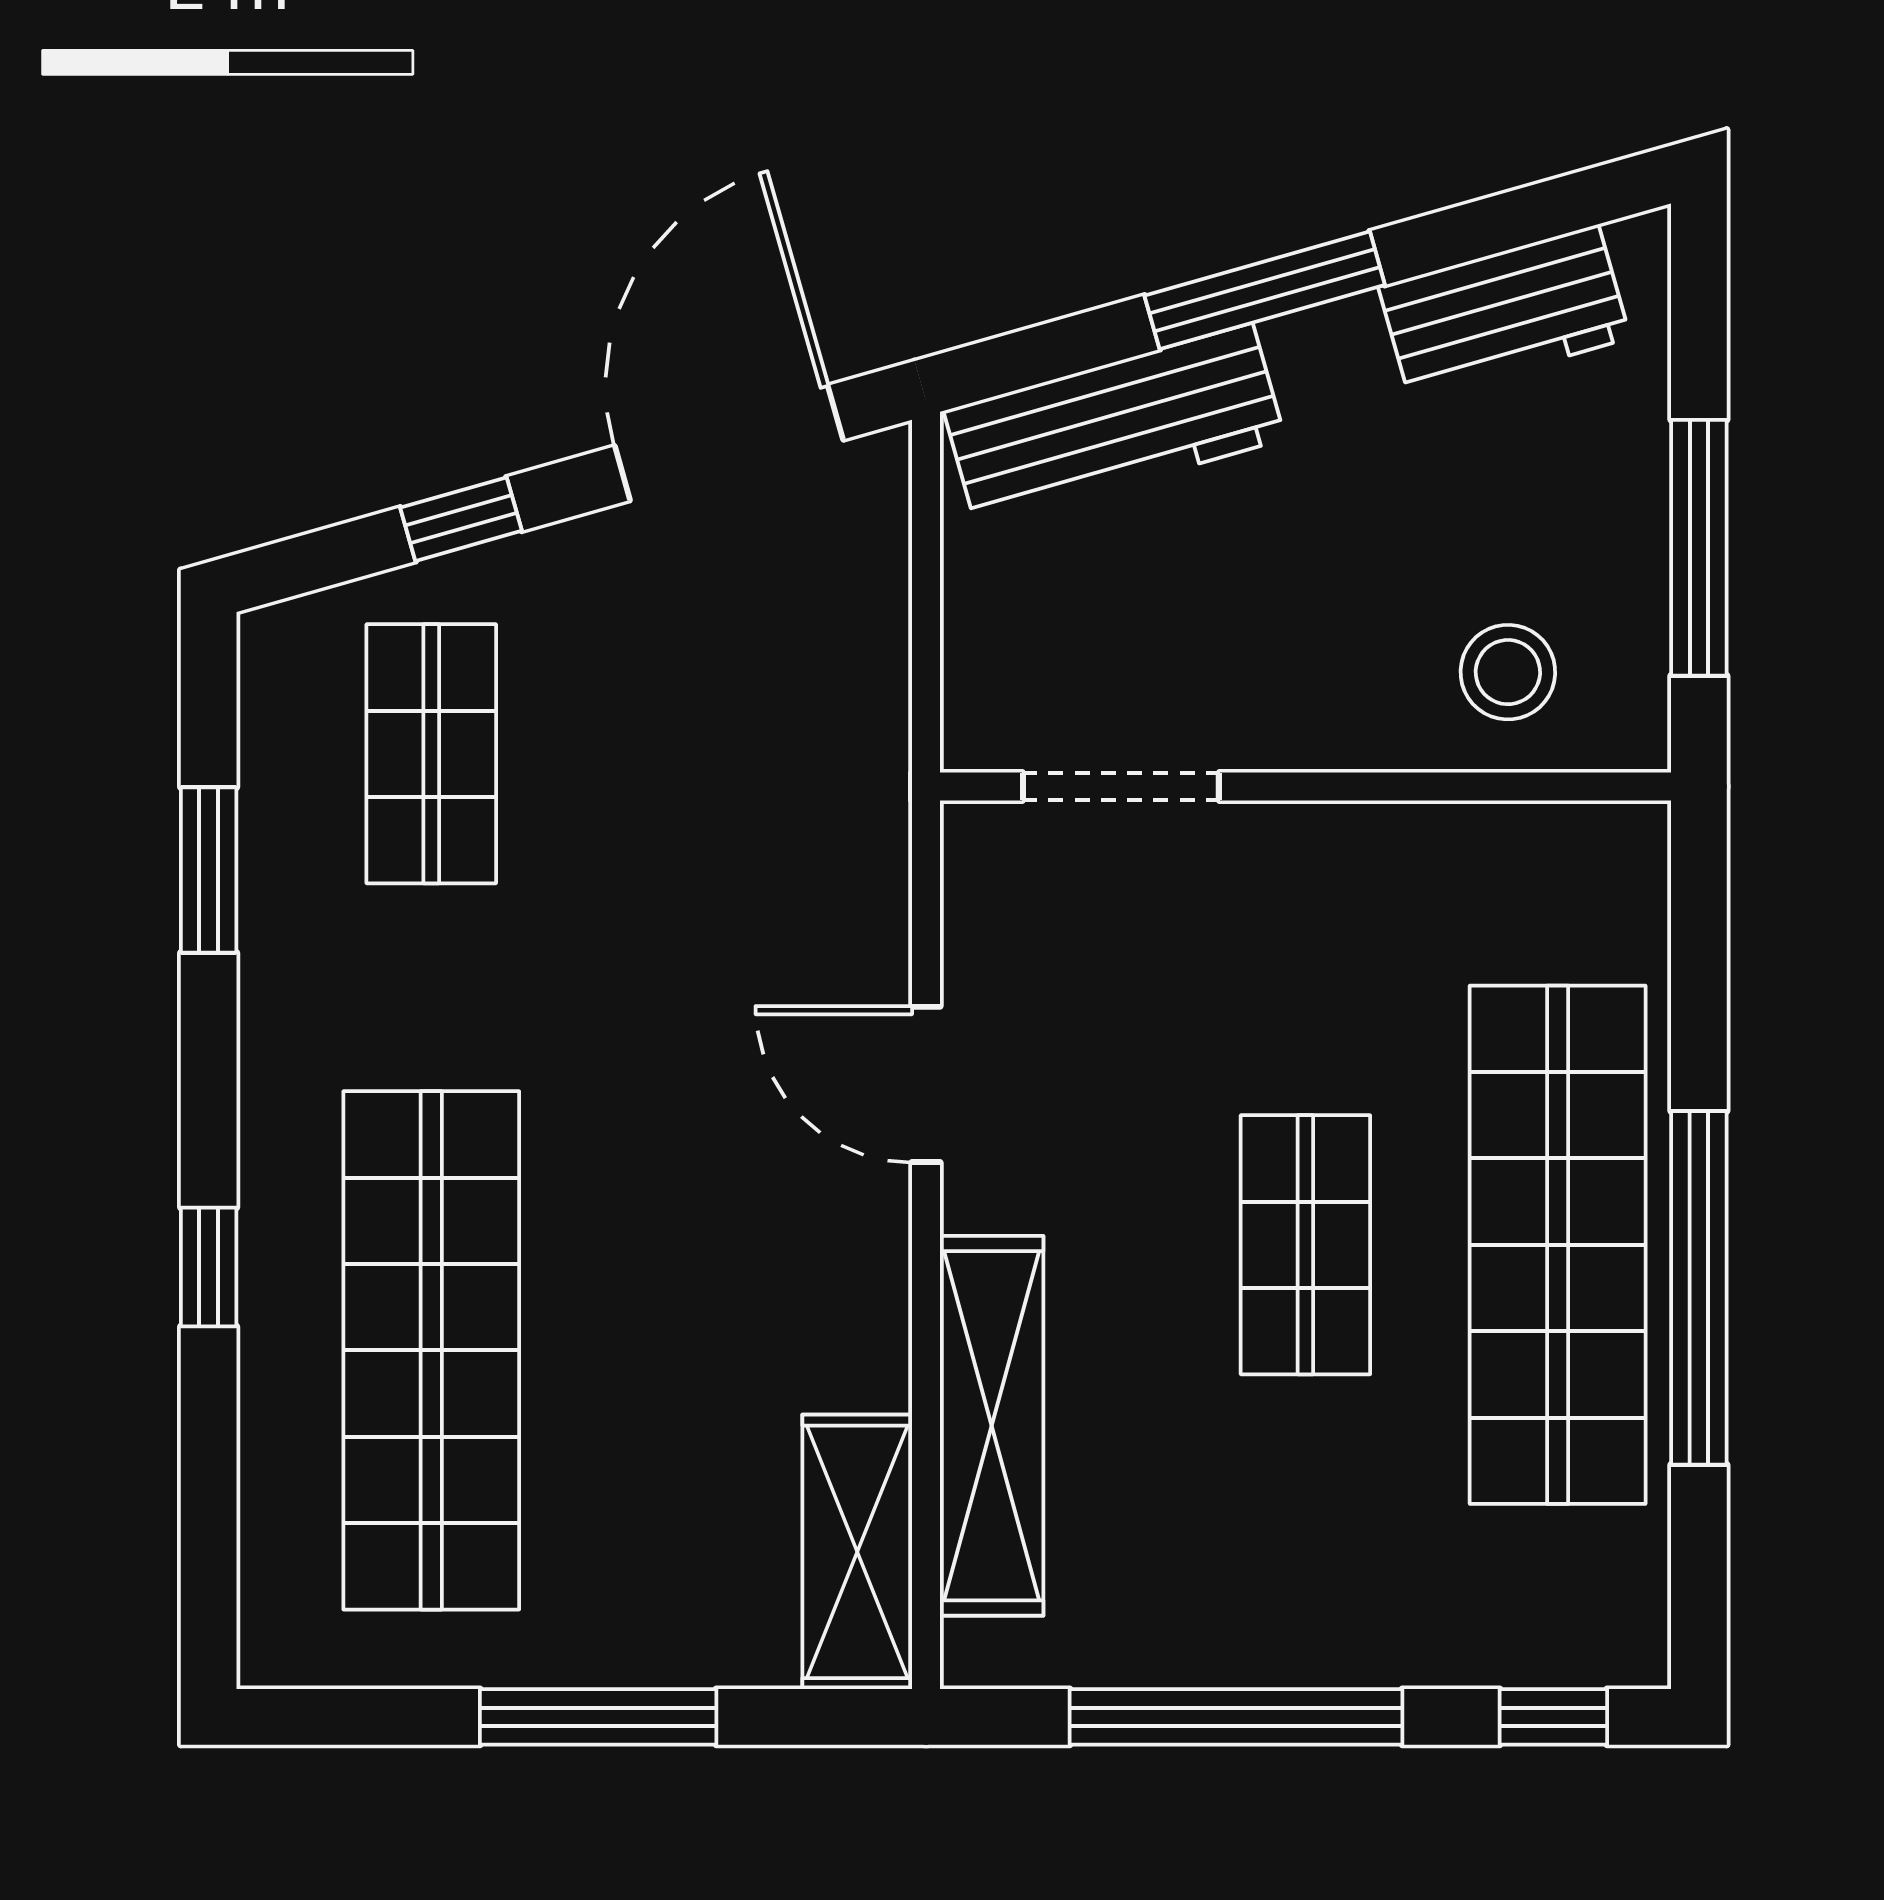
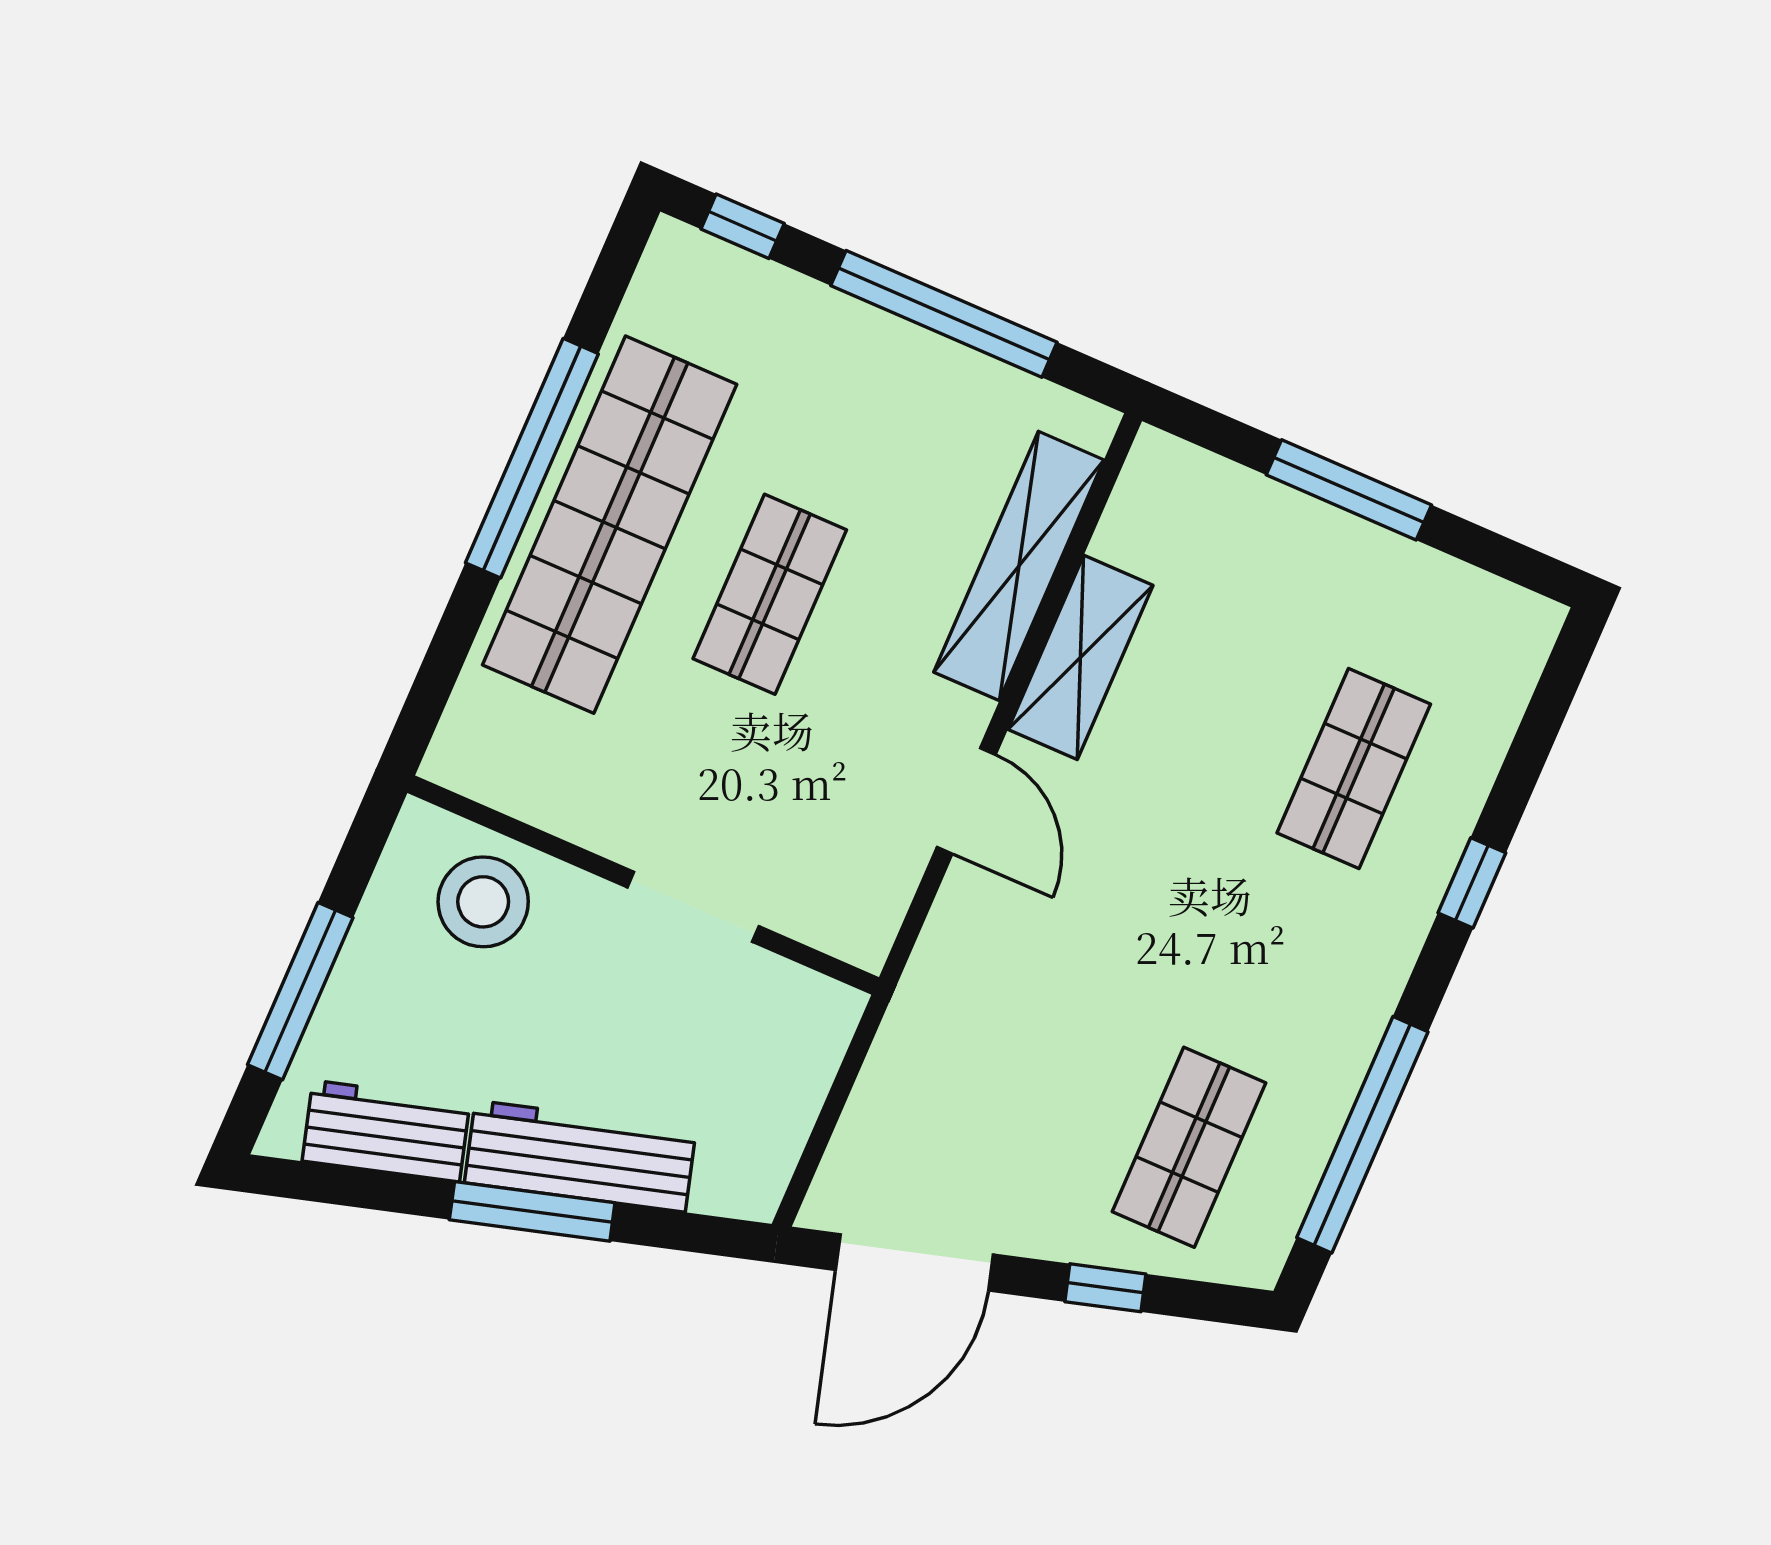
workbench: (1114, 425) -> (580, 1156), moved
window: (1699, 548) -> (300, 991), moved
stool: (1508, 672) -> (483, 902), width x1.38, depth x1.38
doorway: (1121, 787) -> (693, 907), moved
window: (209, 870) -> (1362, 1135), width x2.11
shop shelf: (431, 1350) -> (1354, 768), width x0.50, depth x0.74
shelving: (857, 1552) -> (1080, 657), moved

